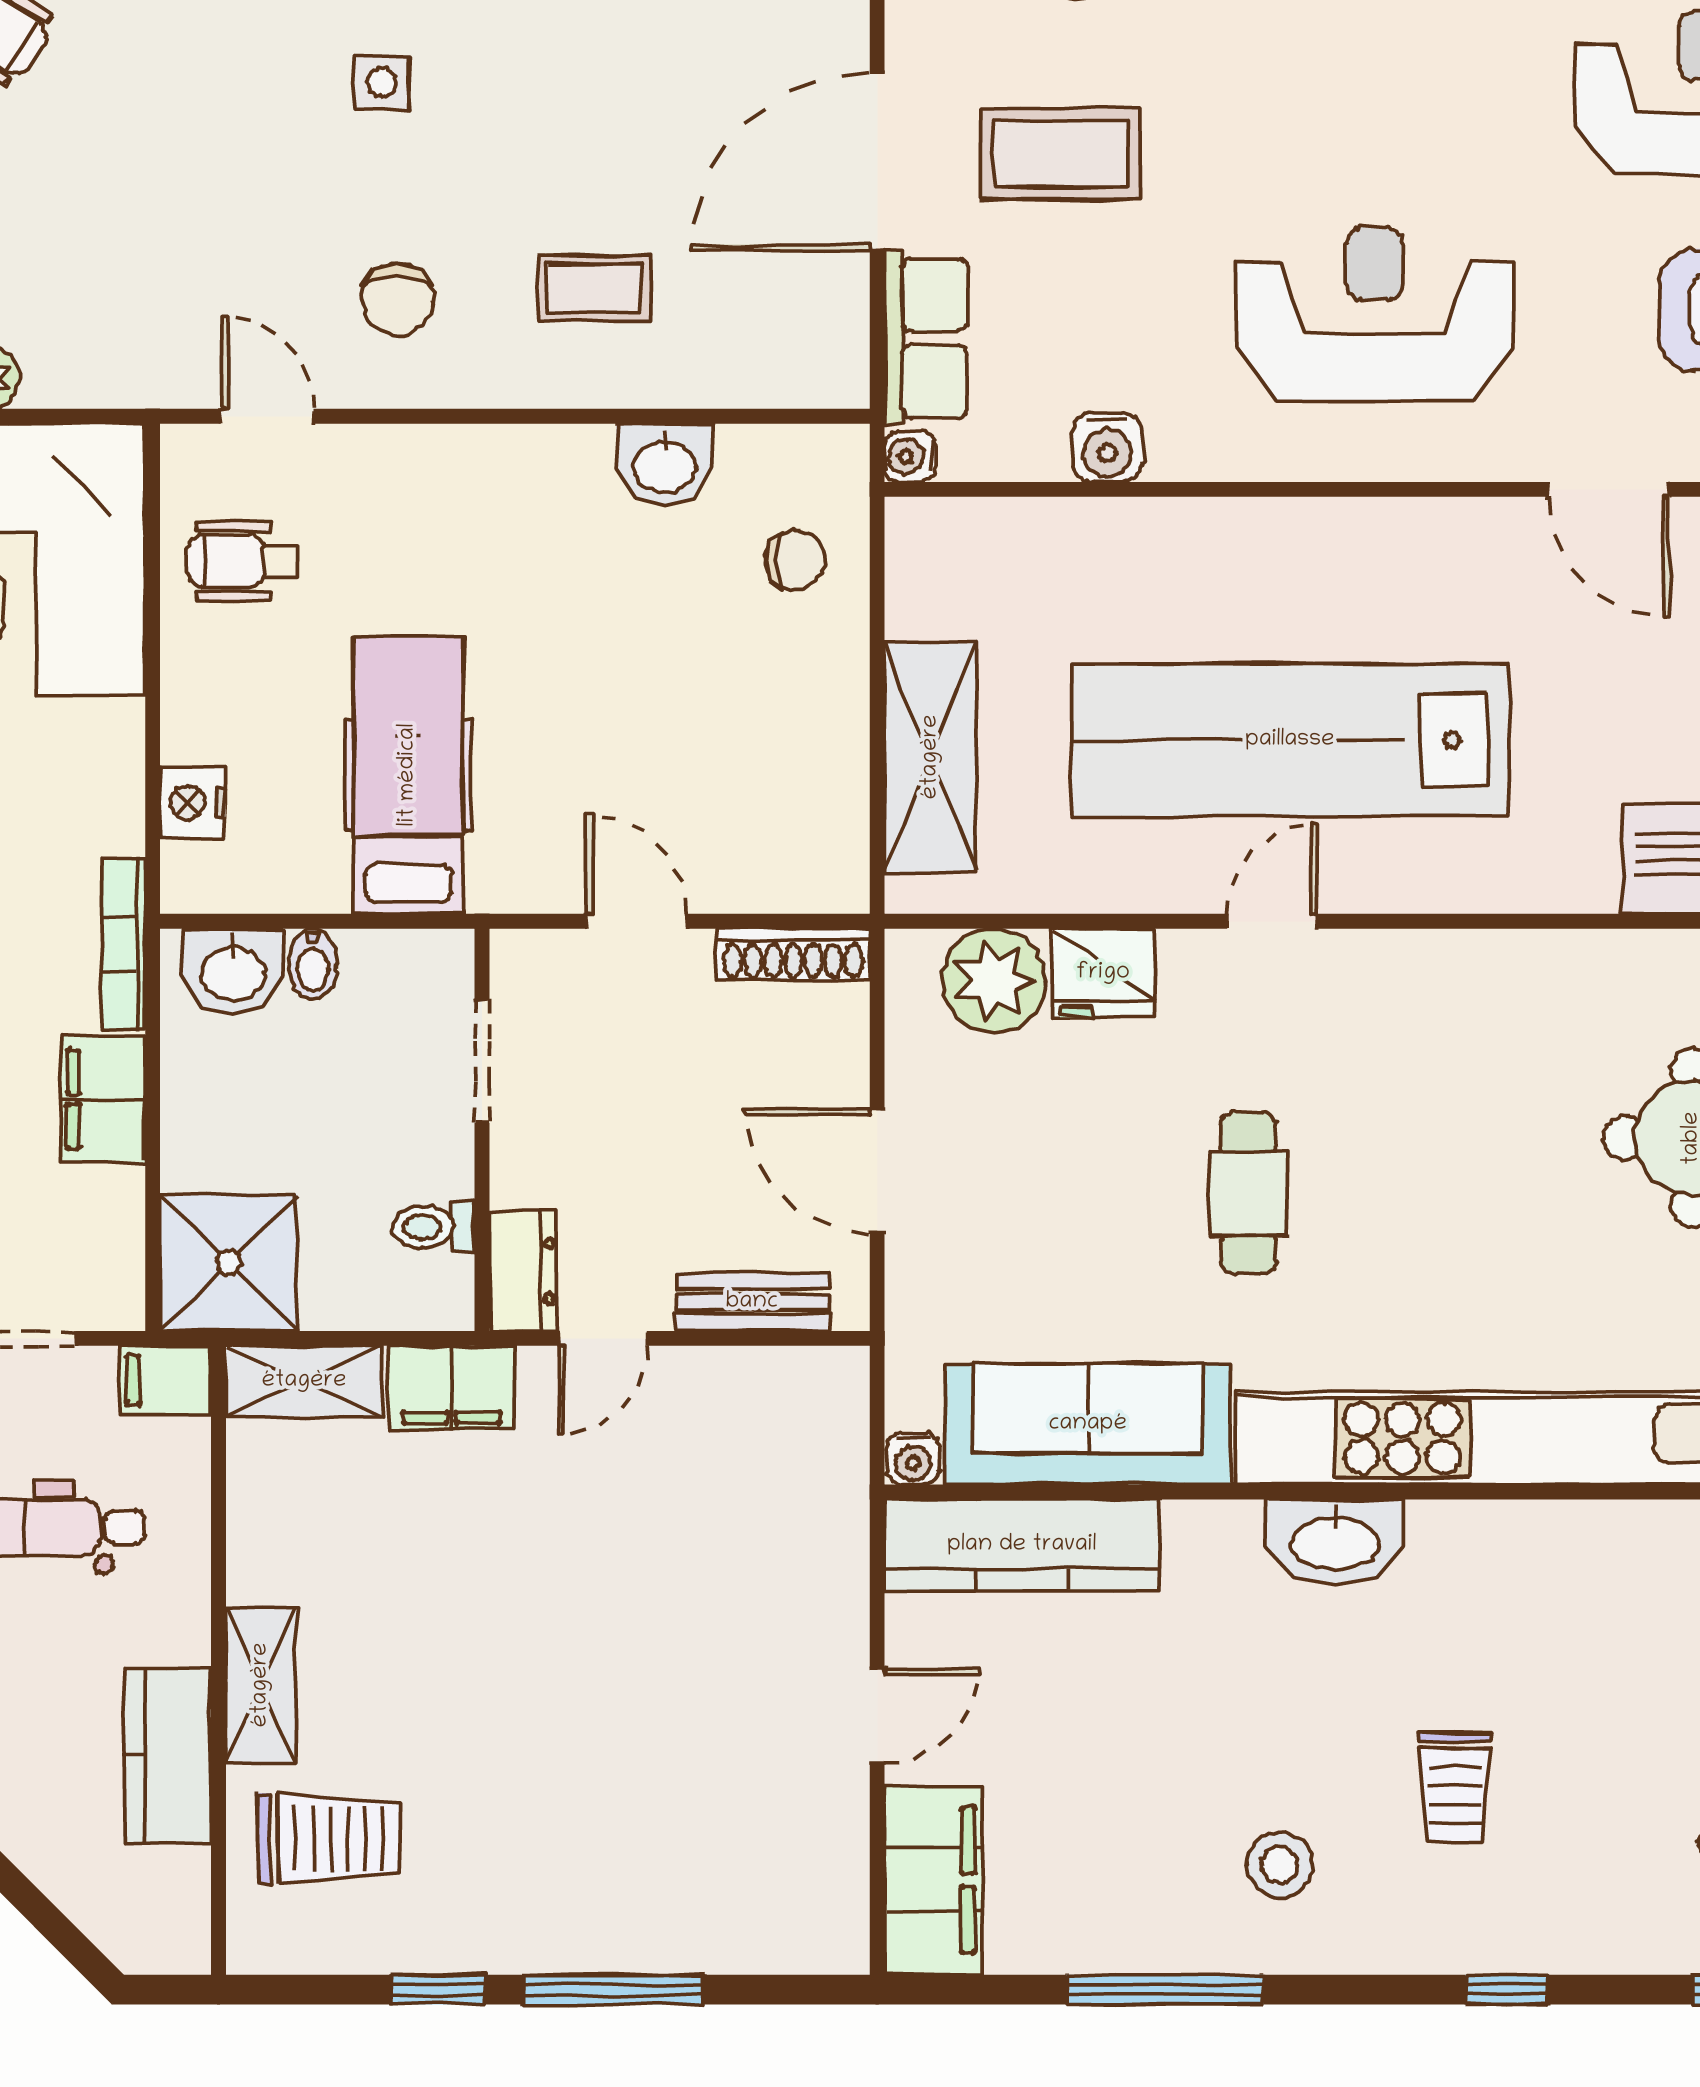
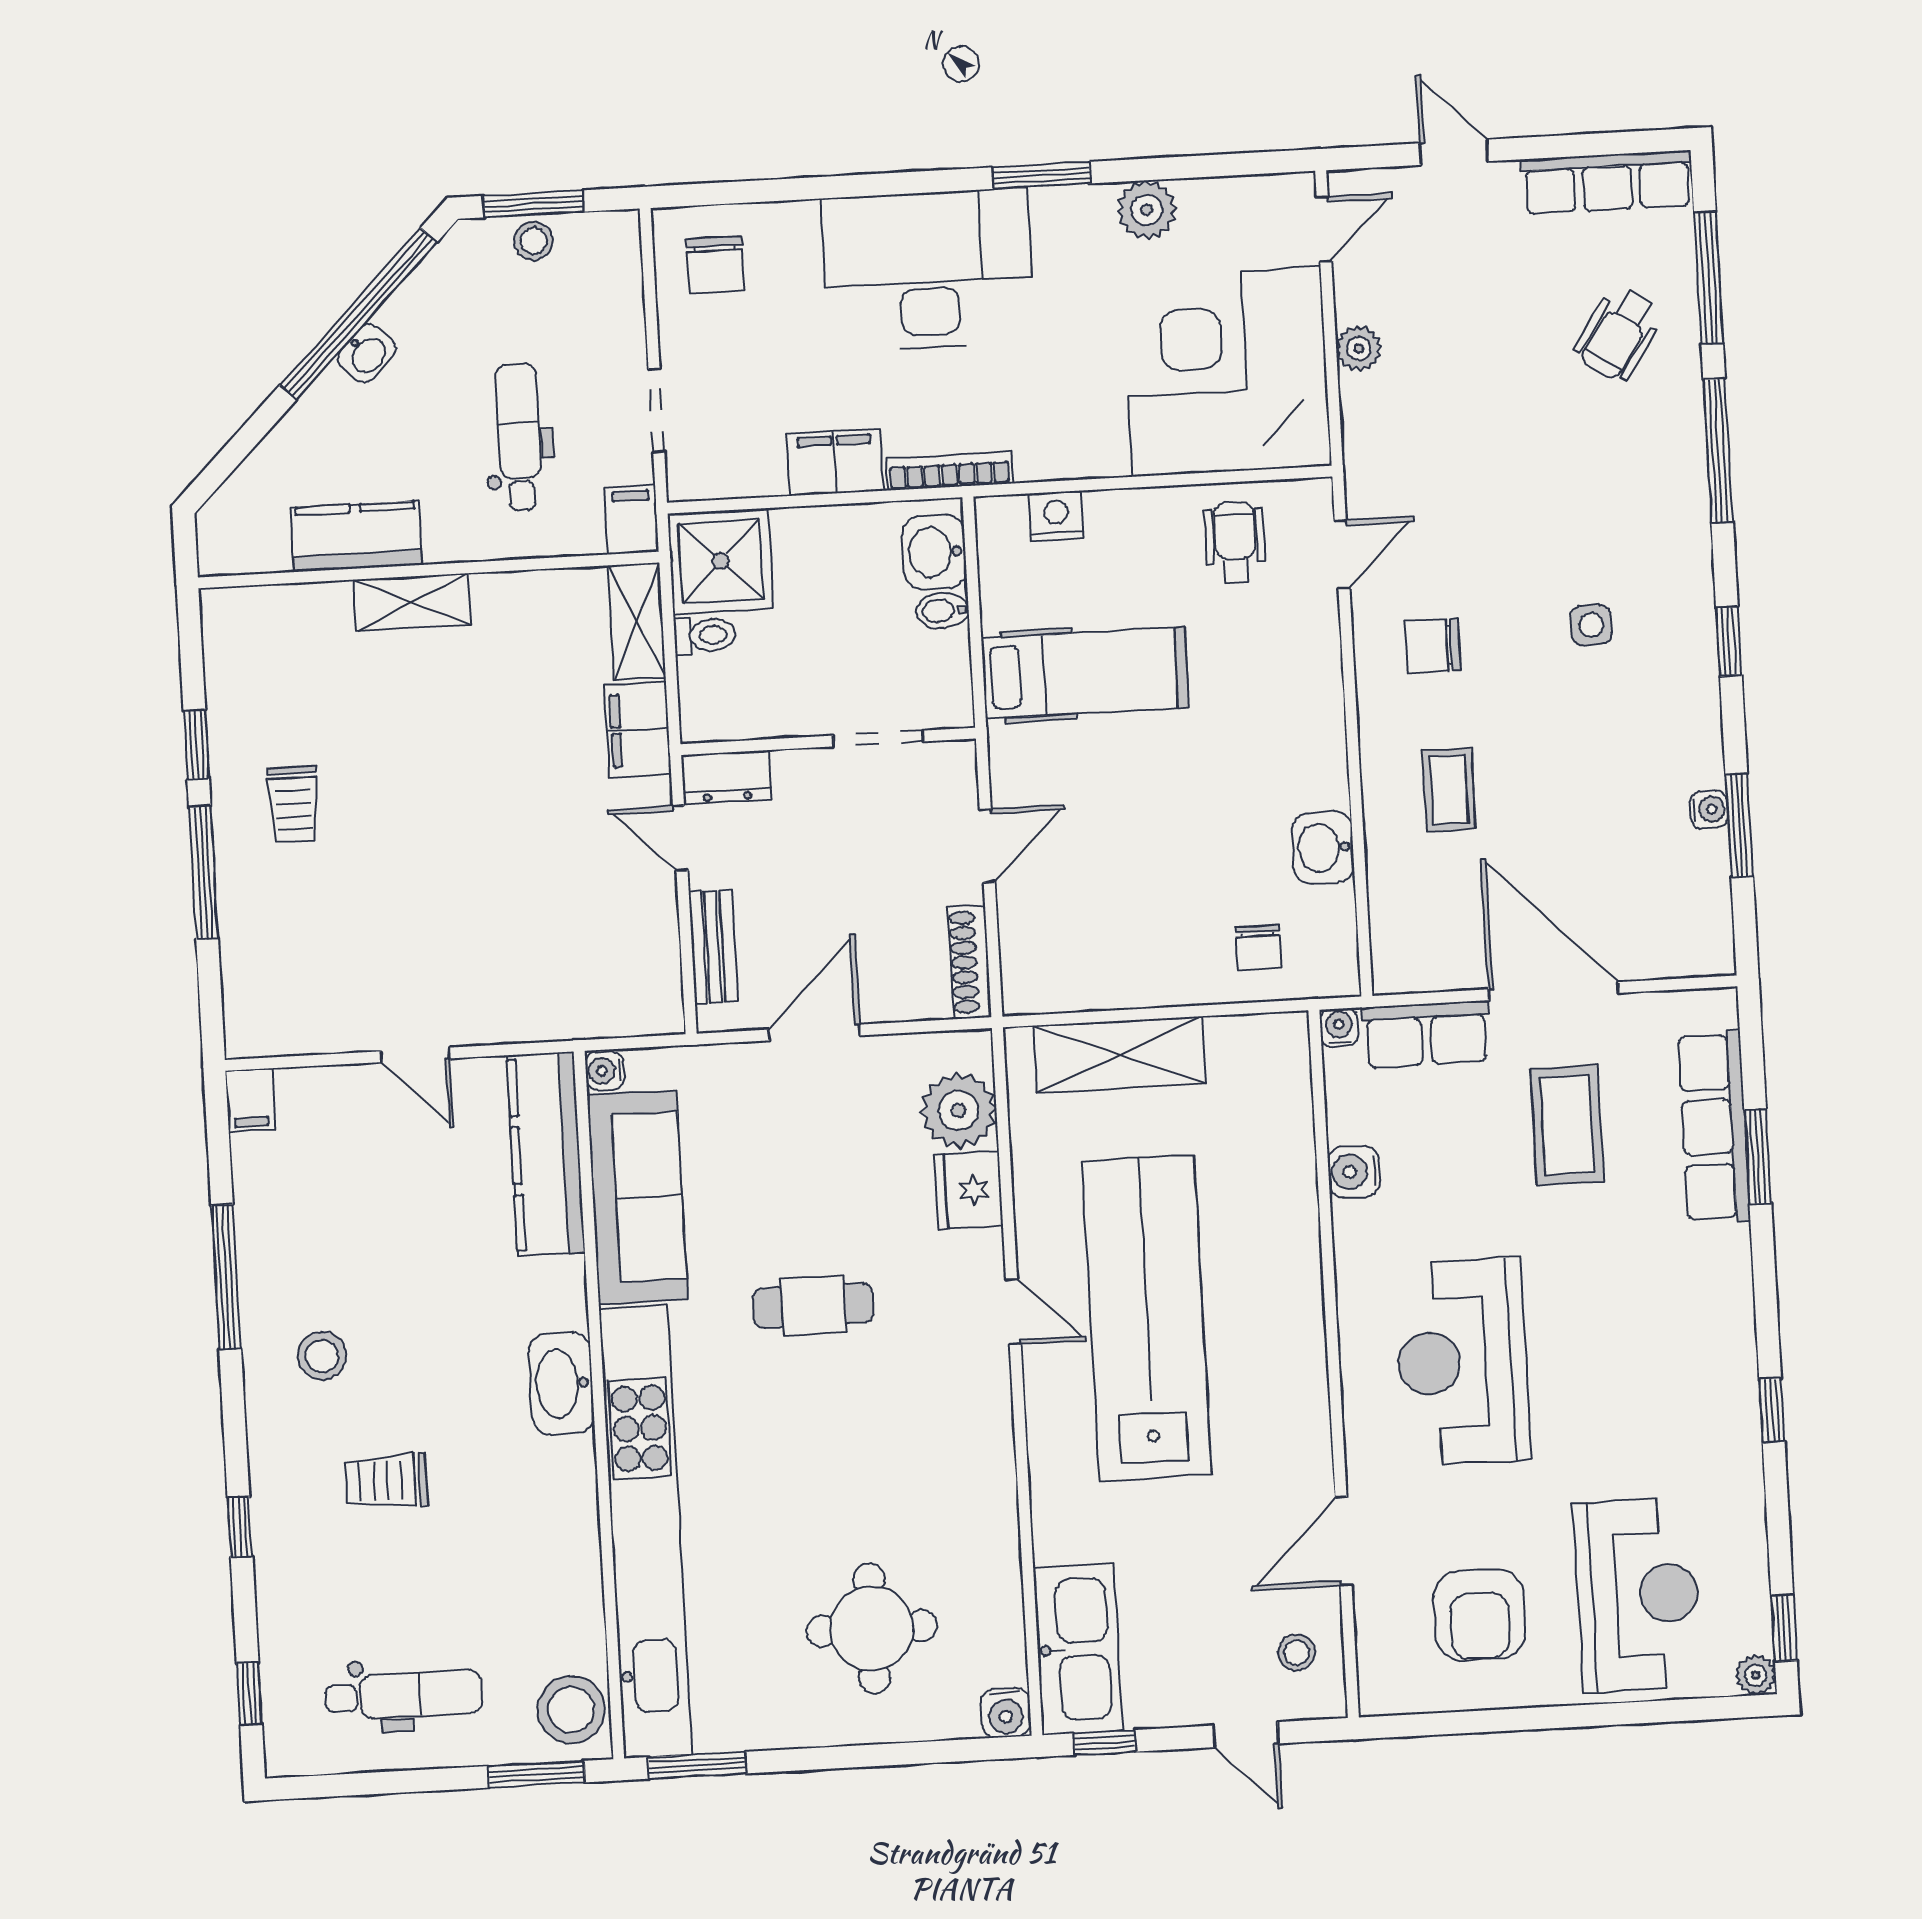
reception desk: (1375, 314) -> (1462, 1362), turned 180
toilet: (433, 1227) -> (705, 635), moved, turned 90
trolley: (329, 1839) -> (293, 805), moved, width x0.73, depth x0.72
filing cabinet: (933, 1880) -> (251, 1100), width x0.33, depth x0.86

